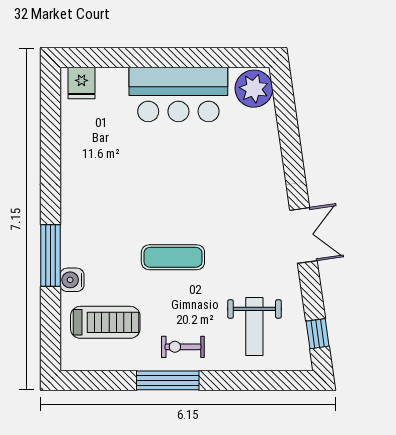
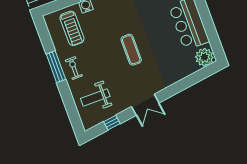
exercise mat: (173, 257) -> (131, 50), moved
window: (318, 334) -> (112, 123), moved

